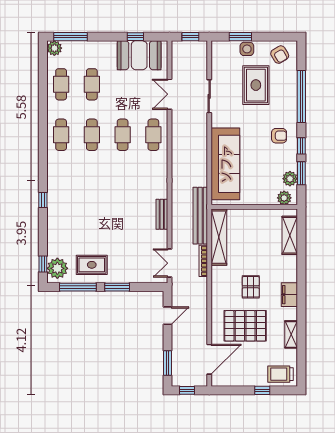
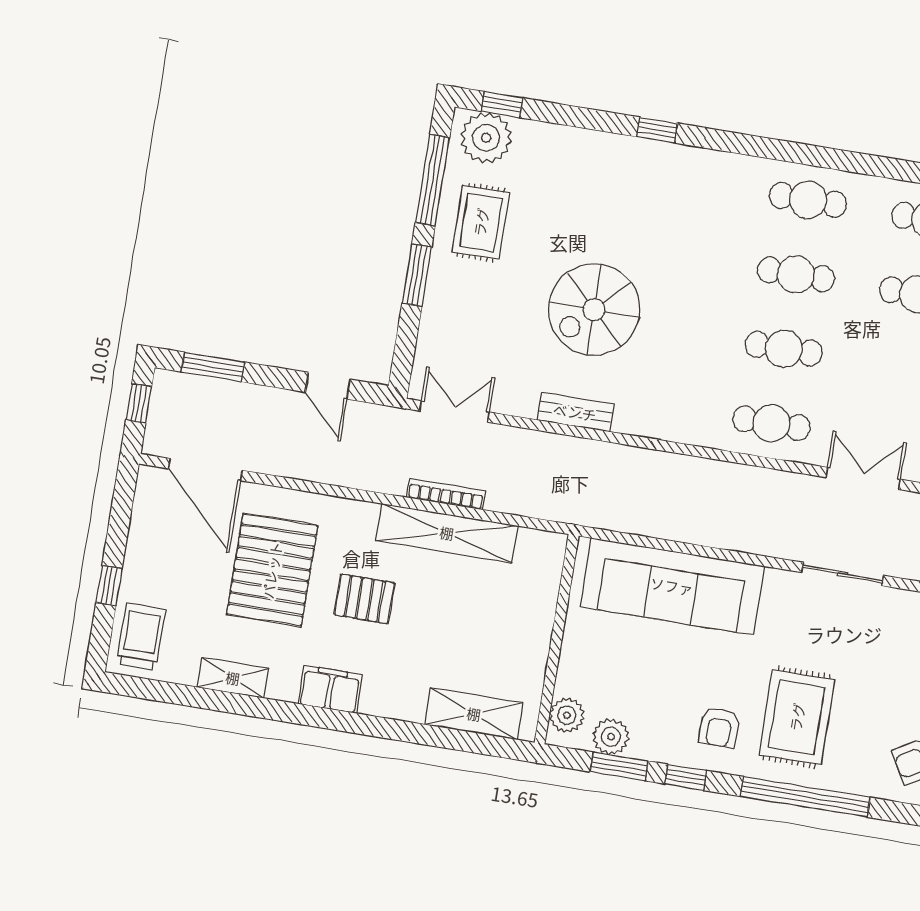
rug: (256, 85) -> (797, 717), moved, turned 90
spiral stairs: (119, 214) -> (594, 310), added
bench: (200, 216) -> (557, 505), removed
shelving: (219, 237) -> (447, 533), moved

